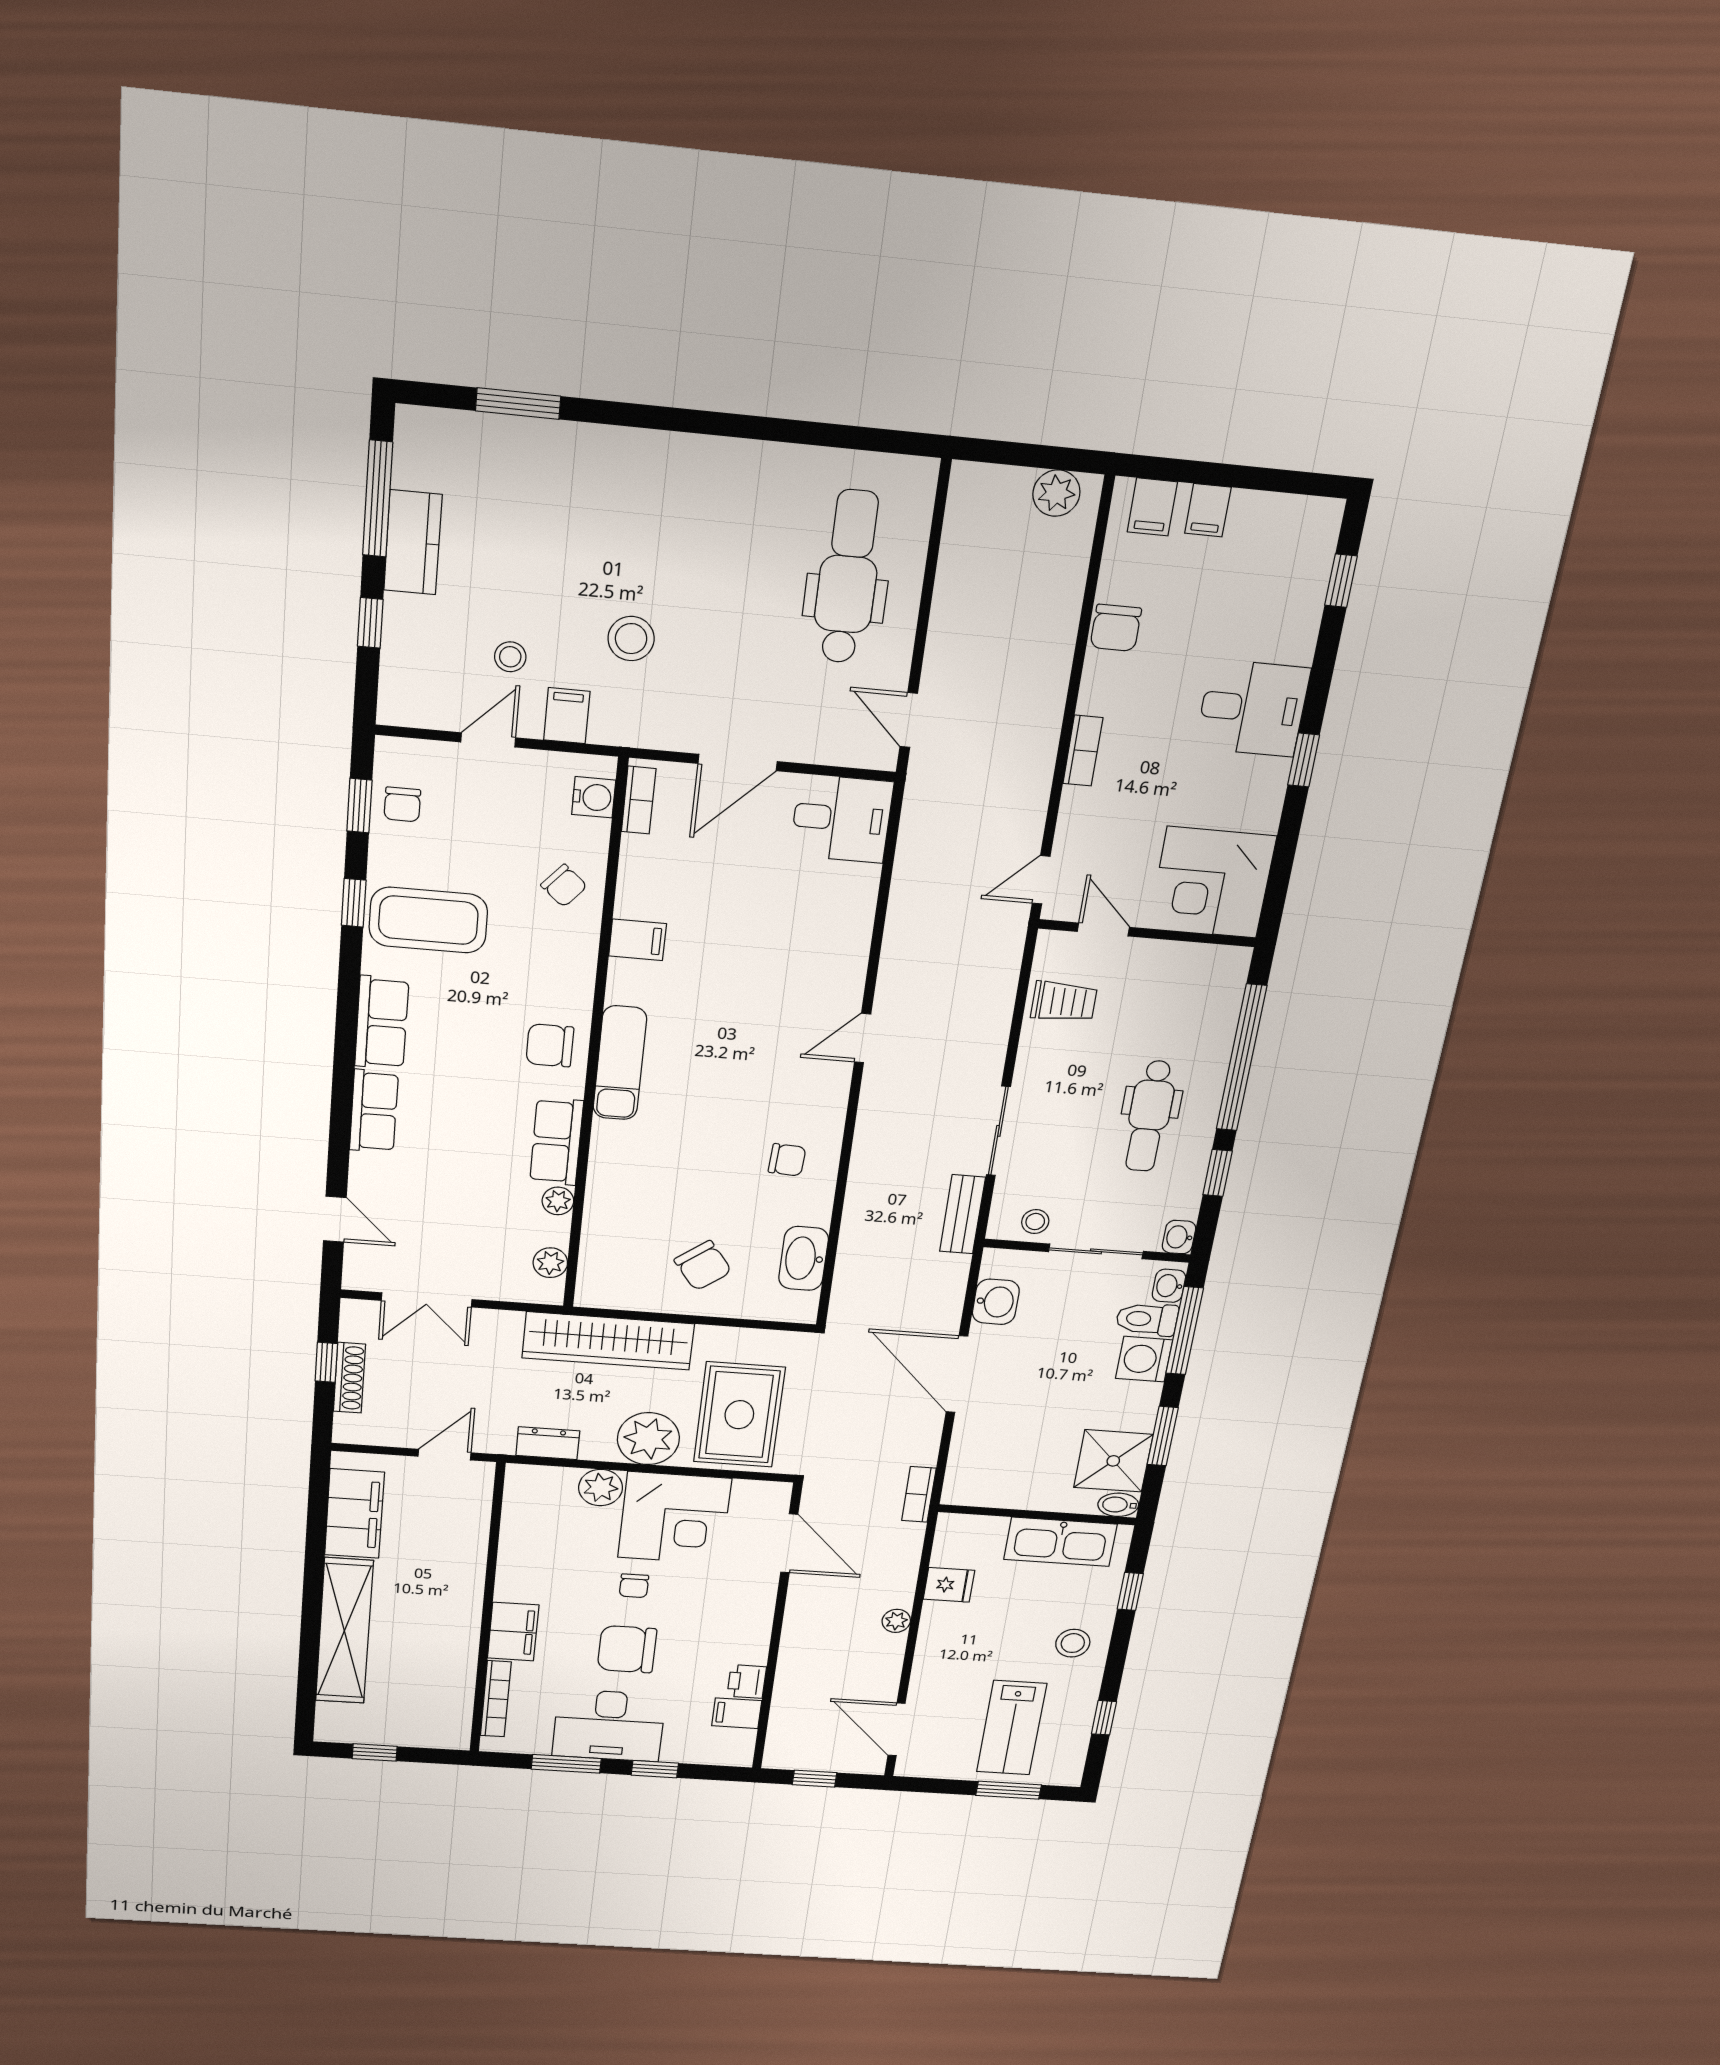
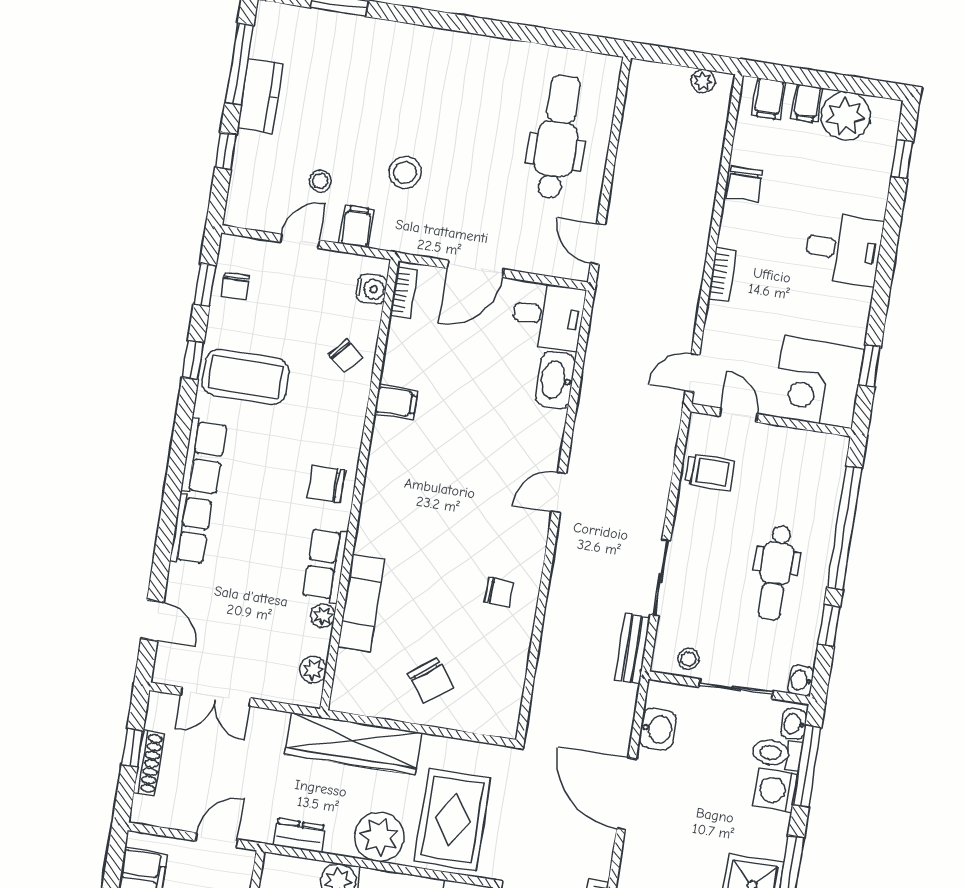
plant: (1056, 493) -> (703, 81), width x0.73, depth x0.73
plant: (1263, 525) -> (846, 116), added
window: (1304, 760) -> (870, 366), moved
exam couch: (620, 1063) -> (361, 603), moved
washbasin: (804, 1258) -> (555, 380), moved

